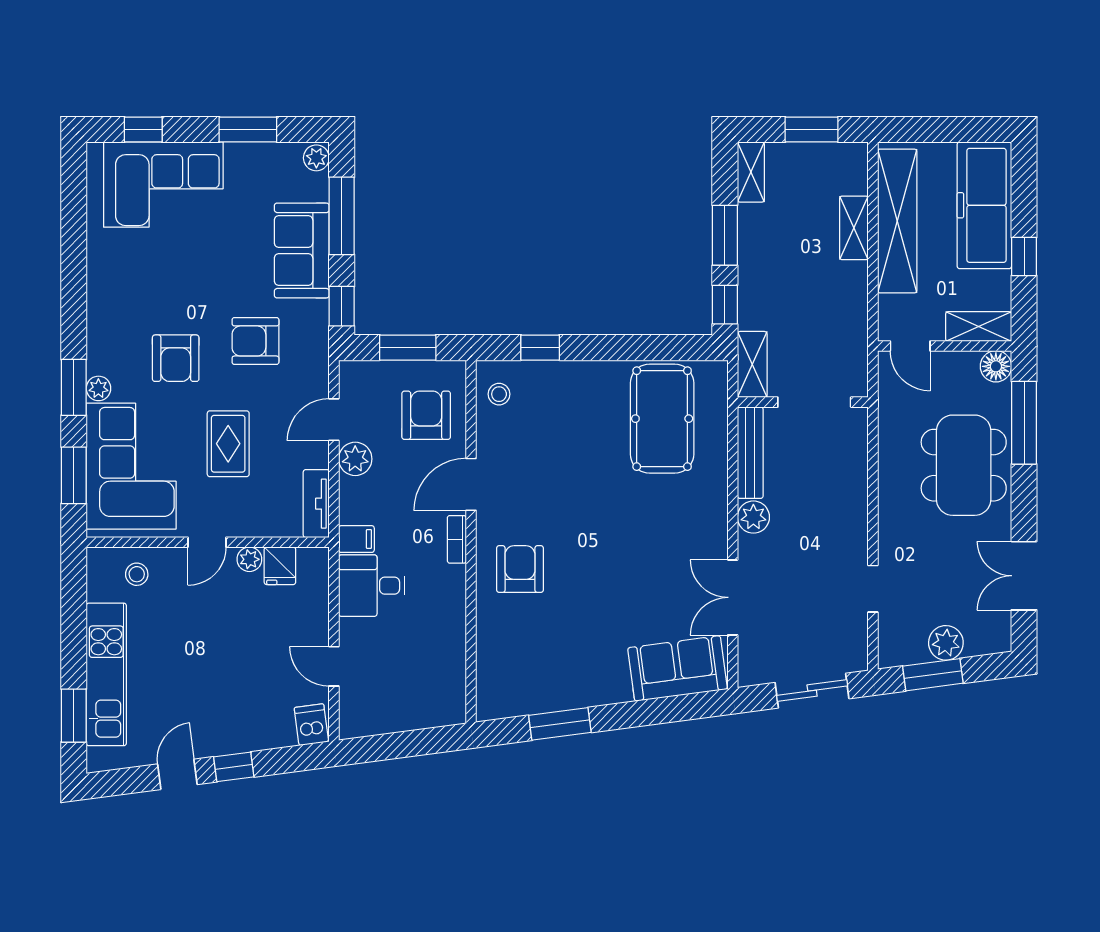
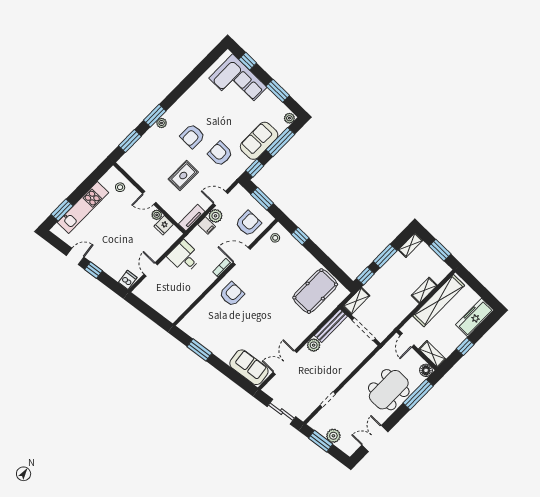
freezer: (984, 205) -> (475, 317), width x0.73, depth x0.79
corner sofa: (131, 466) -> (149, 155), removed
filing cabinet: (356, 539) -> (207, 226), moved

